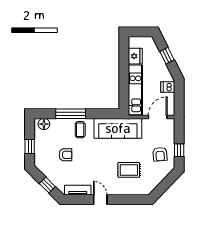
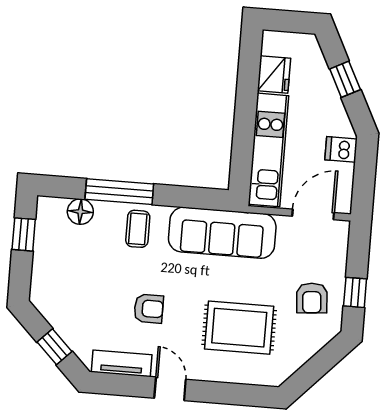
floor lamp: (44, 124) -> (80, 212), moved
window: (30, 147) -> (24, 234), moved
armchair: (65, 155) -> (149, 309), moved
rug: (129, 170) -> (239, 328), width x1.36, depth x1.43

